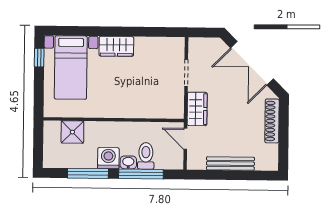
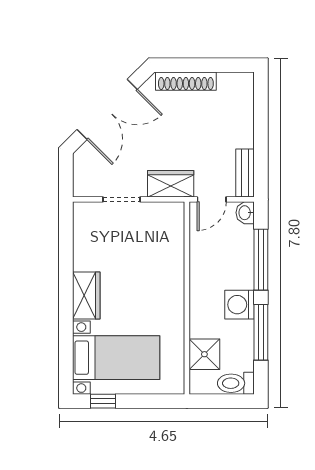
toilet: (146, 156) -> (236, 383), moved
washbasin: (128, 162) -> (245, 213), moved
bench: (230, 164) -> (245, 173), moved, width x0.73

